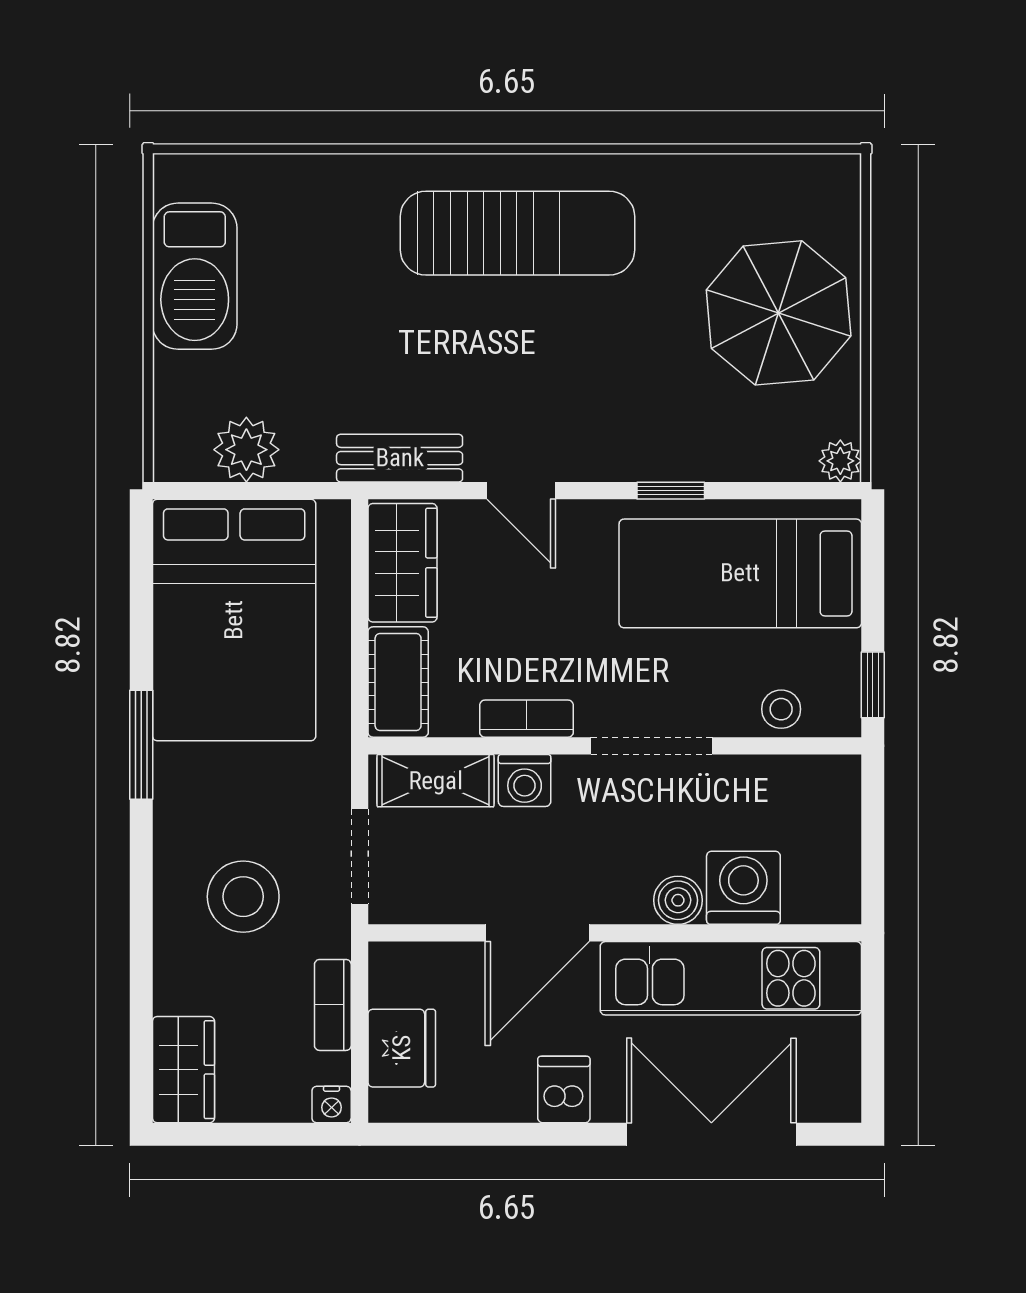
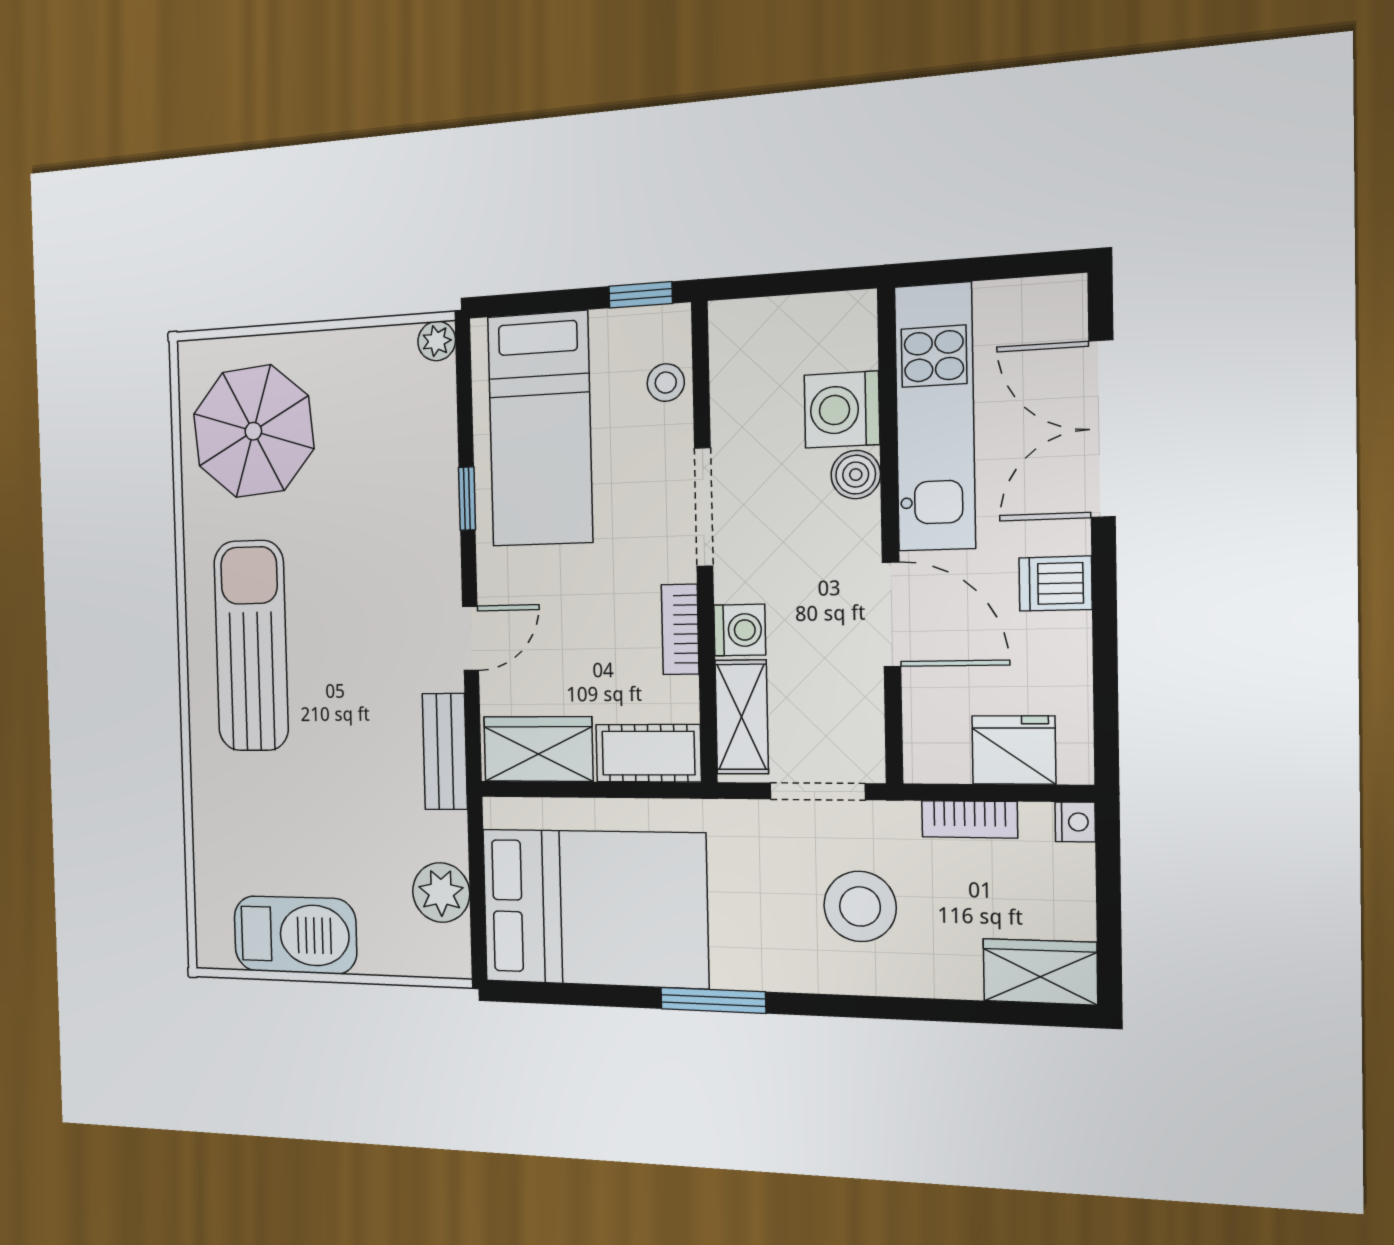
parasol: (779, 313) -> (253, 431), moved

